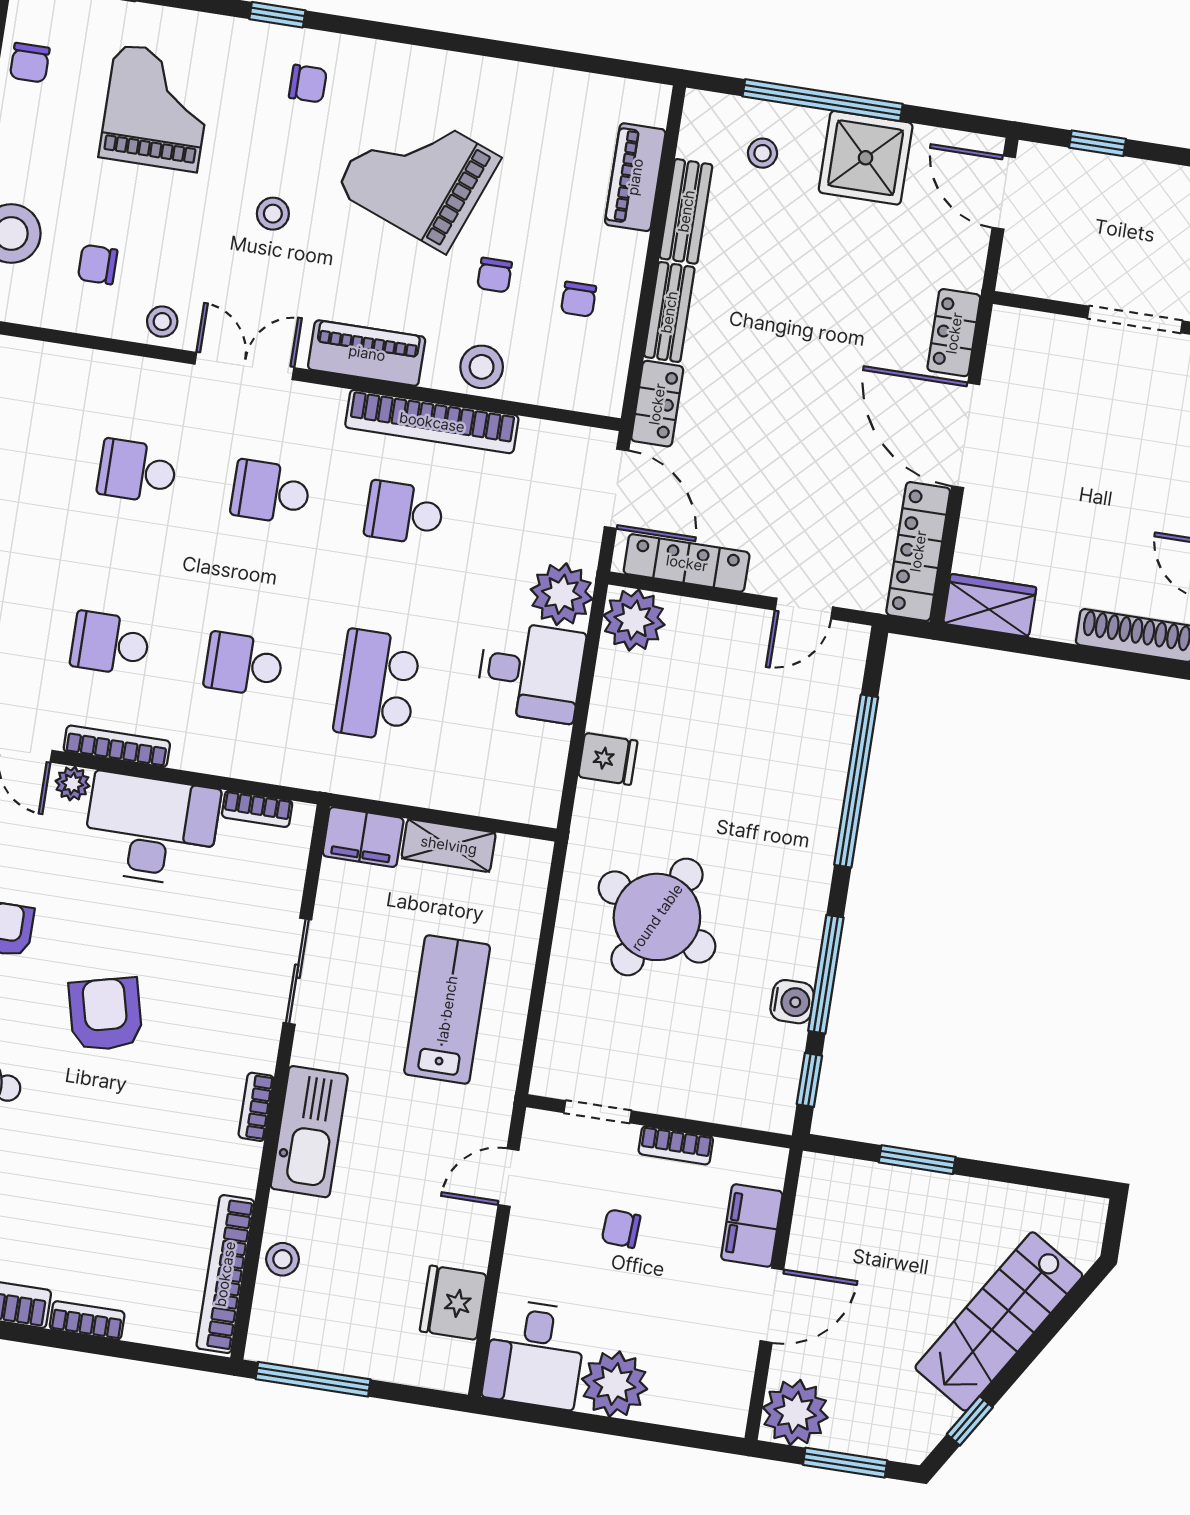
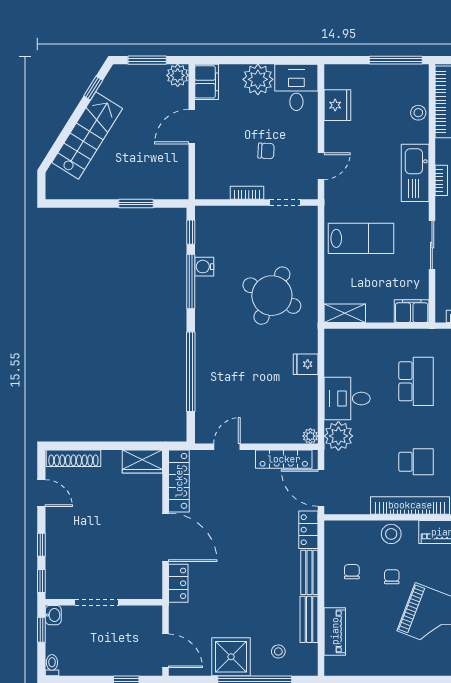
plant: (634, 620) -> (310, 436), width x0.53, depth x0.53
shelving: (449, 845) -> (345, 313), moved
lab bench: (447, 1009) -> (361, 238), turned -90
filing cabinet: (752, 1225) -> (207, 82), moved
plant: (795, 1412) -> (178, 75), width x0.73, depth x0.73

